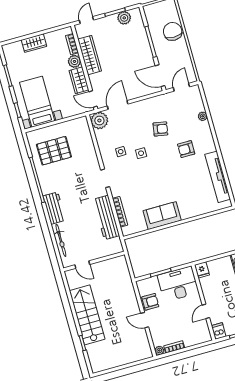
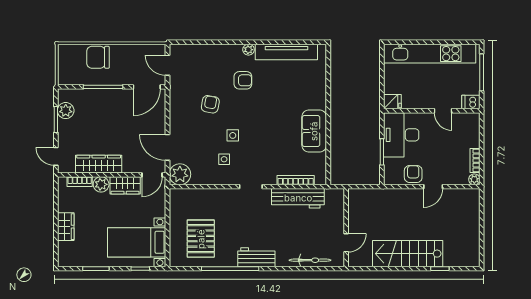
plant: (203, 116) -> (249, 50), moved
armchair: (186, 149) -> (243, 80), turned -90
workbench: (54, 208) -> (256, 257), moved

